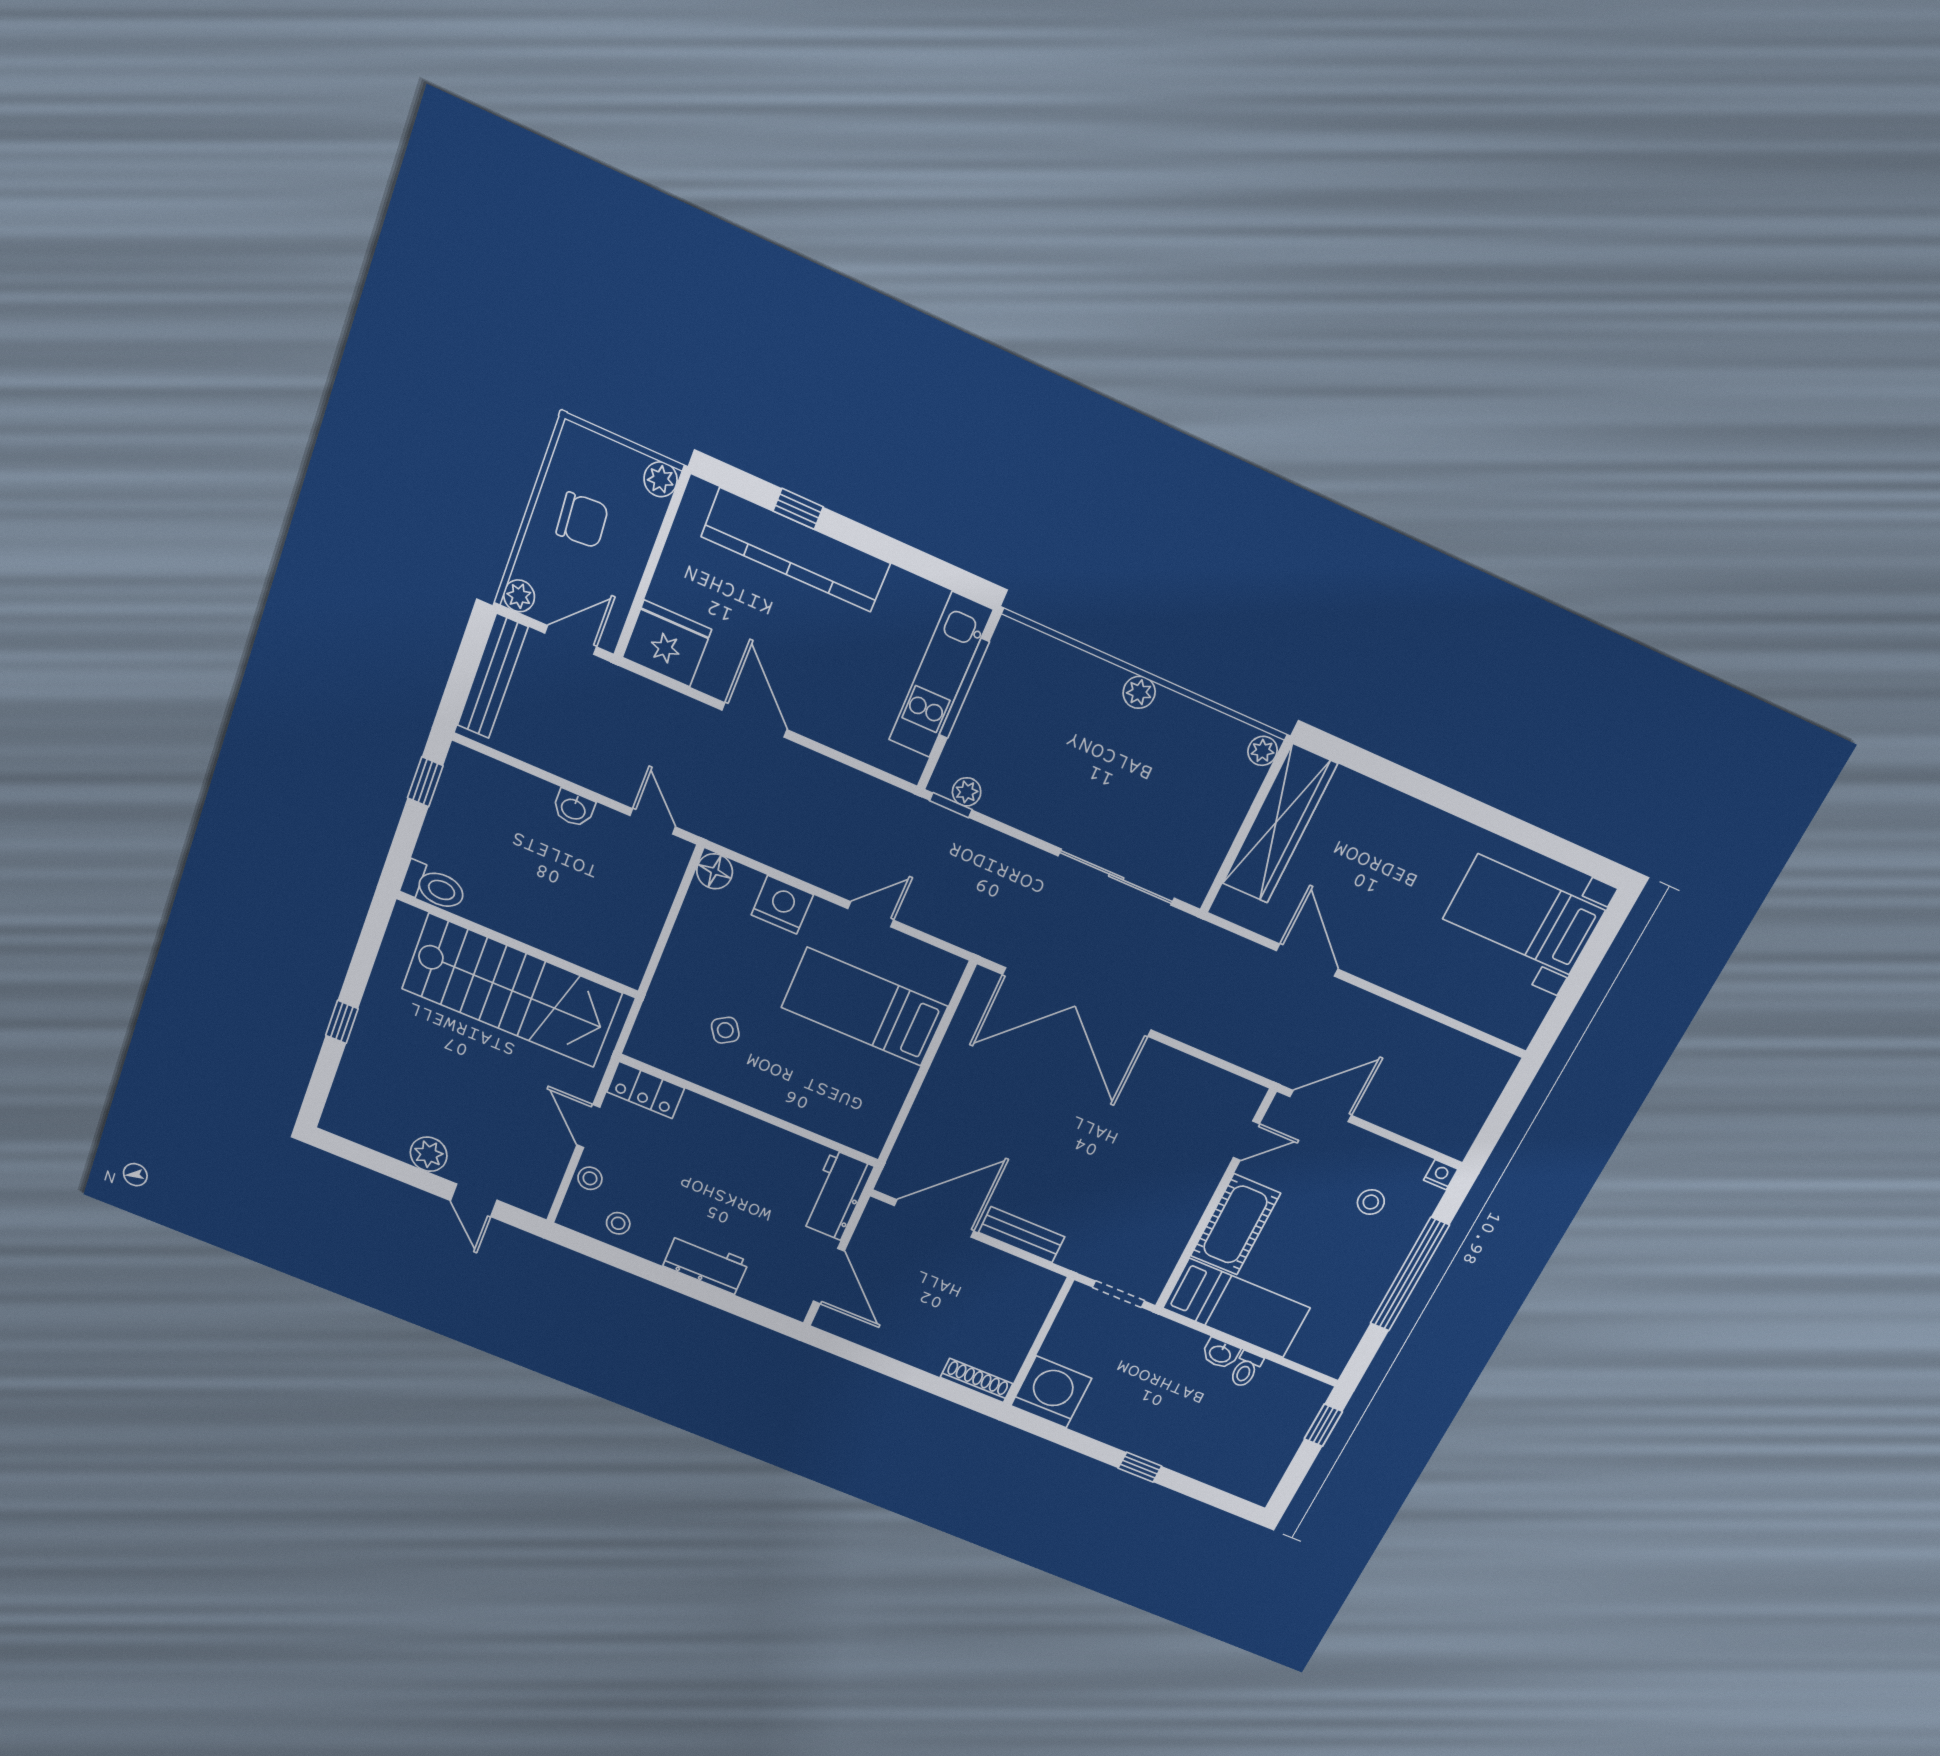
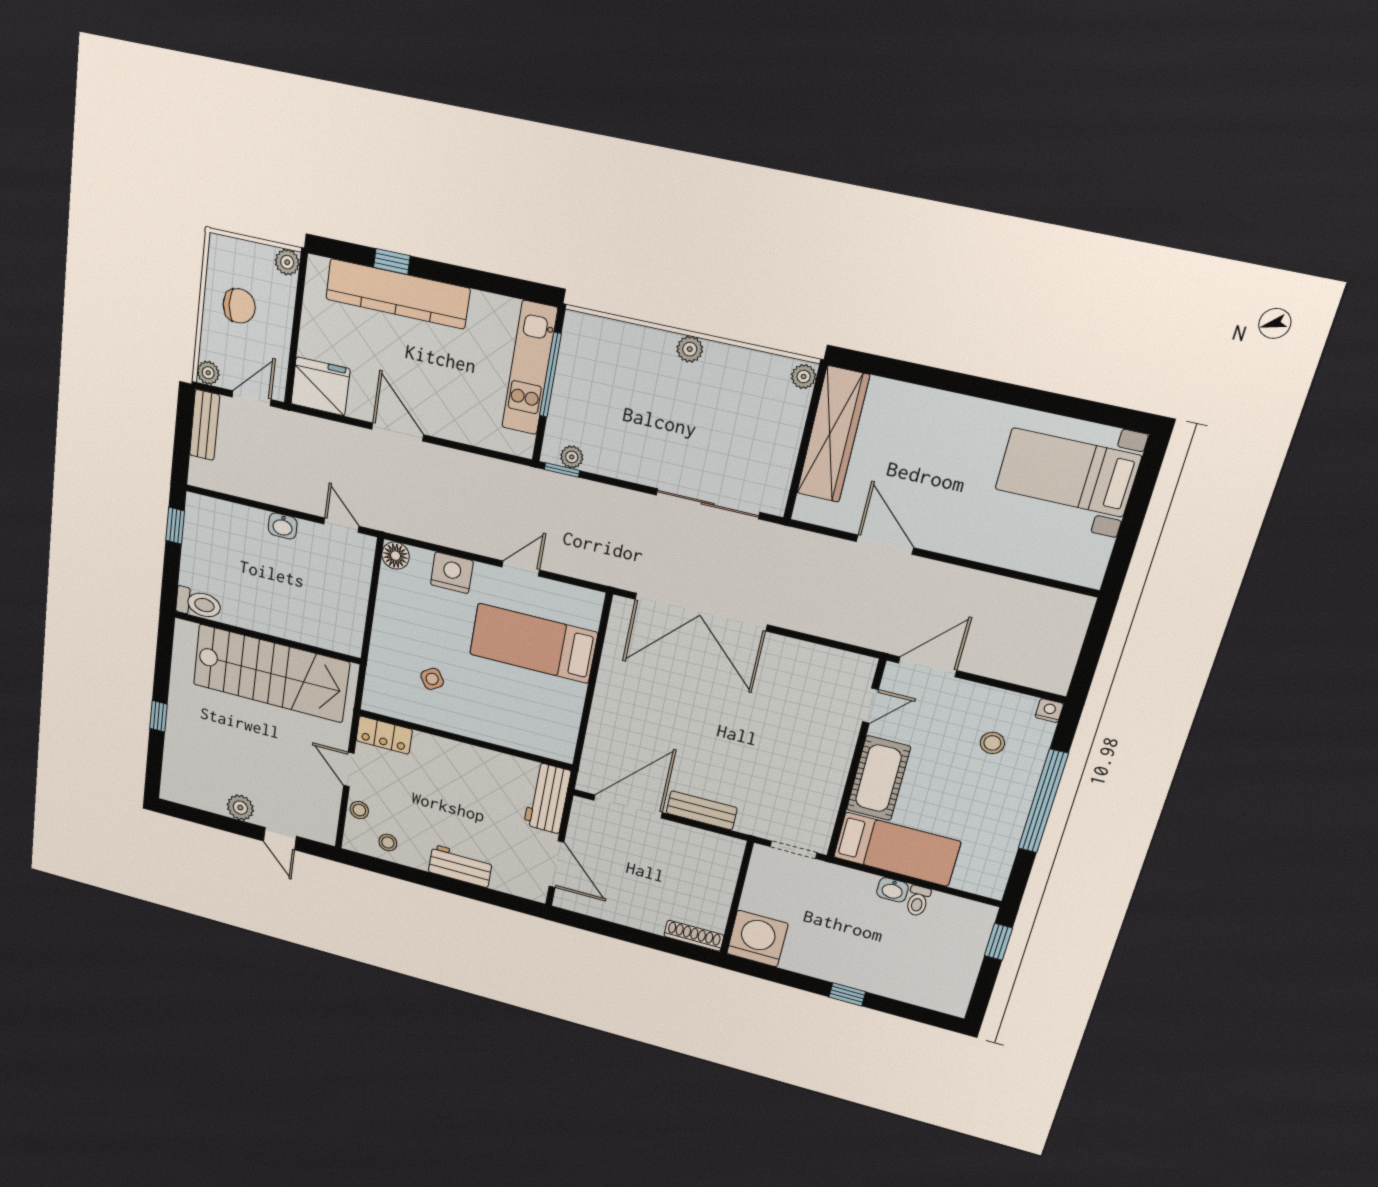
bench: (493, 676) -> (205, 425), width x0.73

